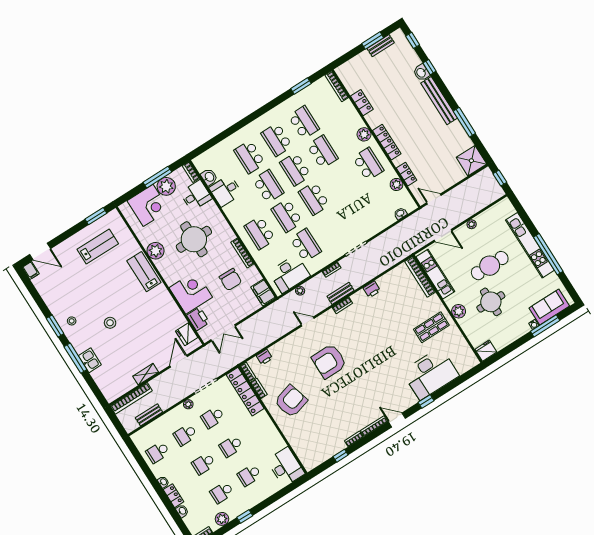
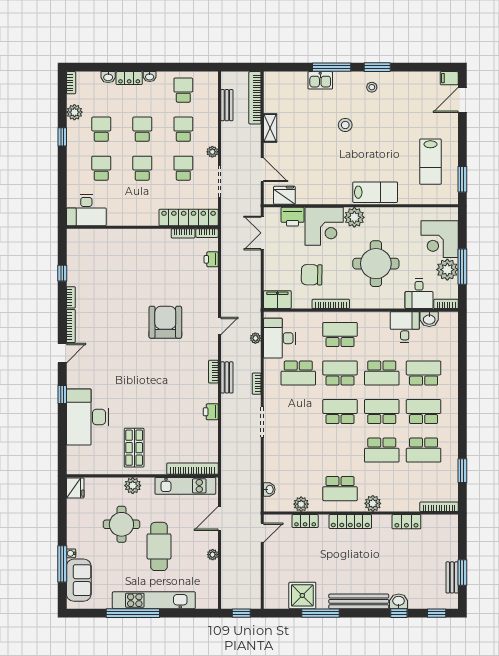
shower: (471, 161) -> (302, 595), moved
plant: (155, 251) -> (354, 217), moved
armchair: (291, 401) -> (150, 258), removed

